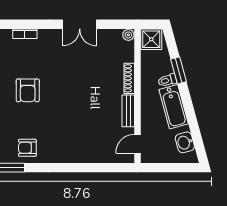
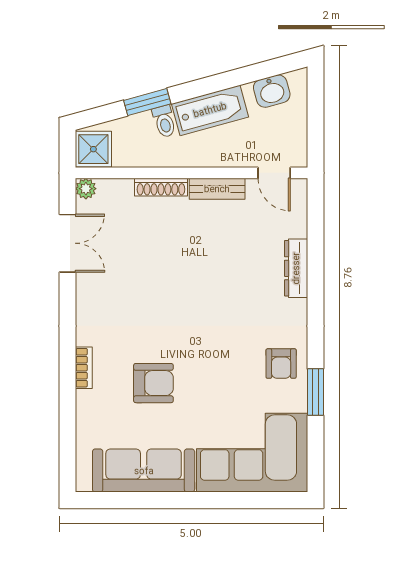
double door: (80, 24) -> (67, 243), moved
armchair: (28, 90) -> (153, 383), moved
dresser: (82, 156) -> (296, 268), added

